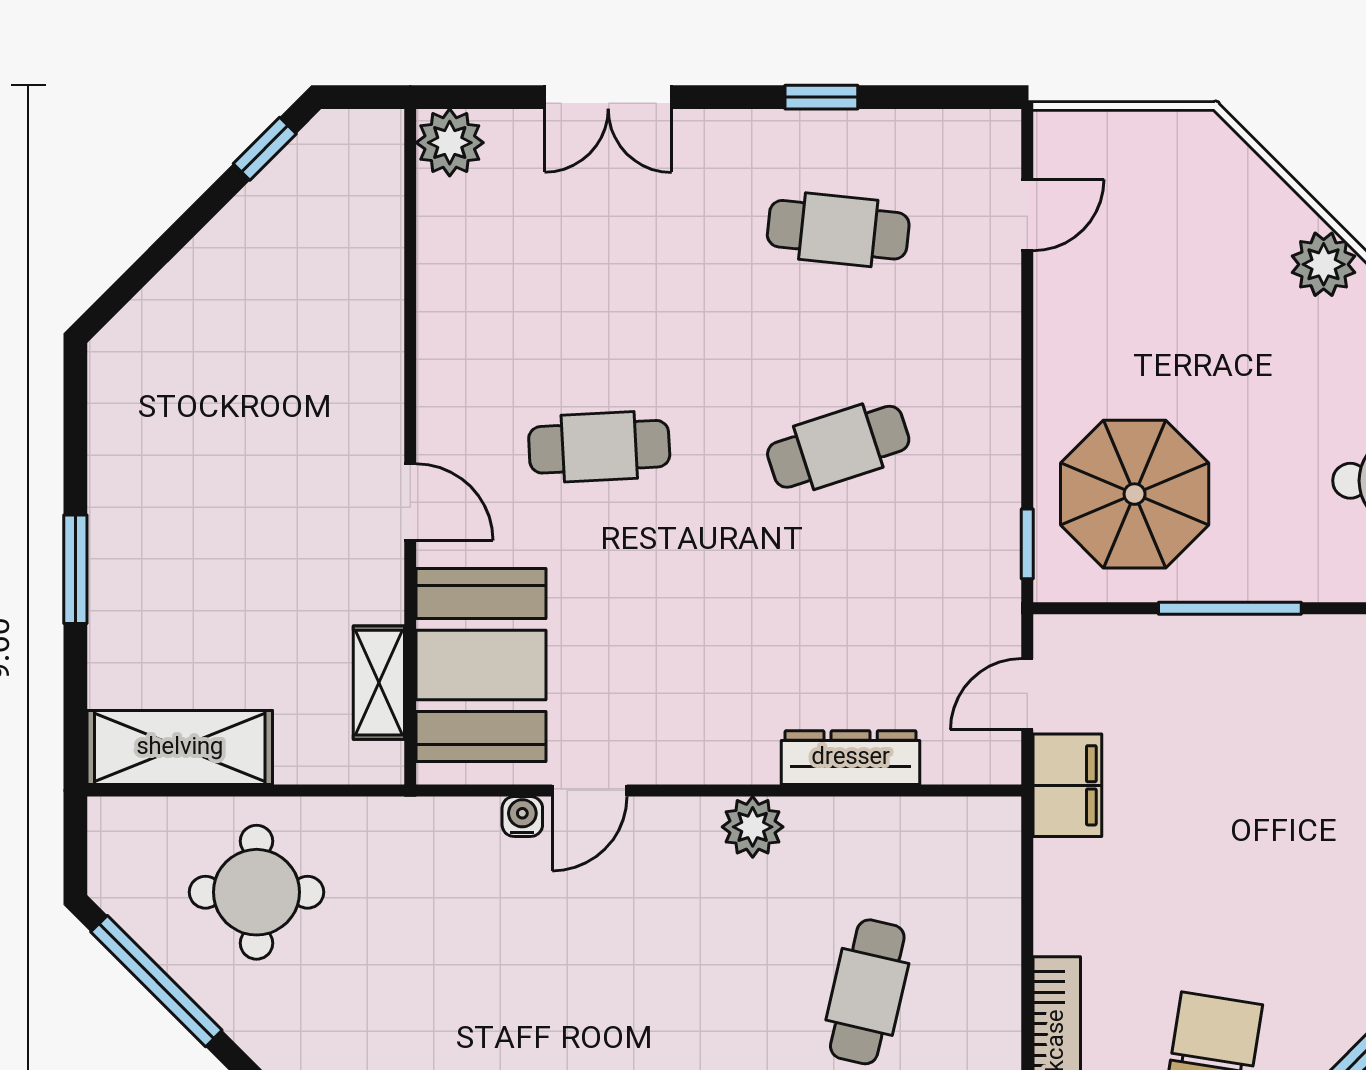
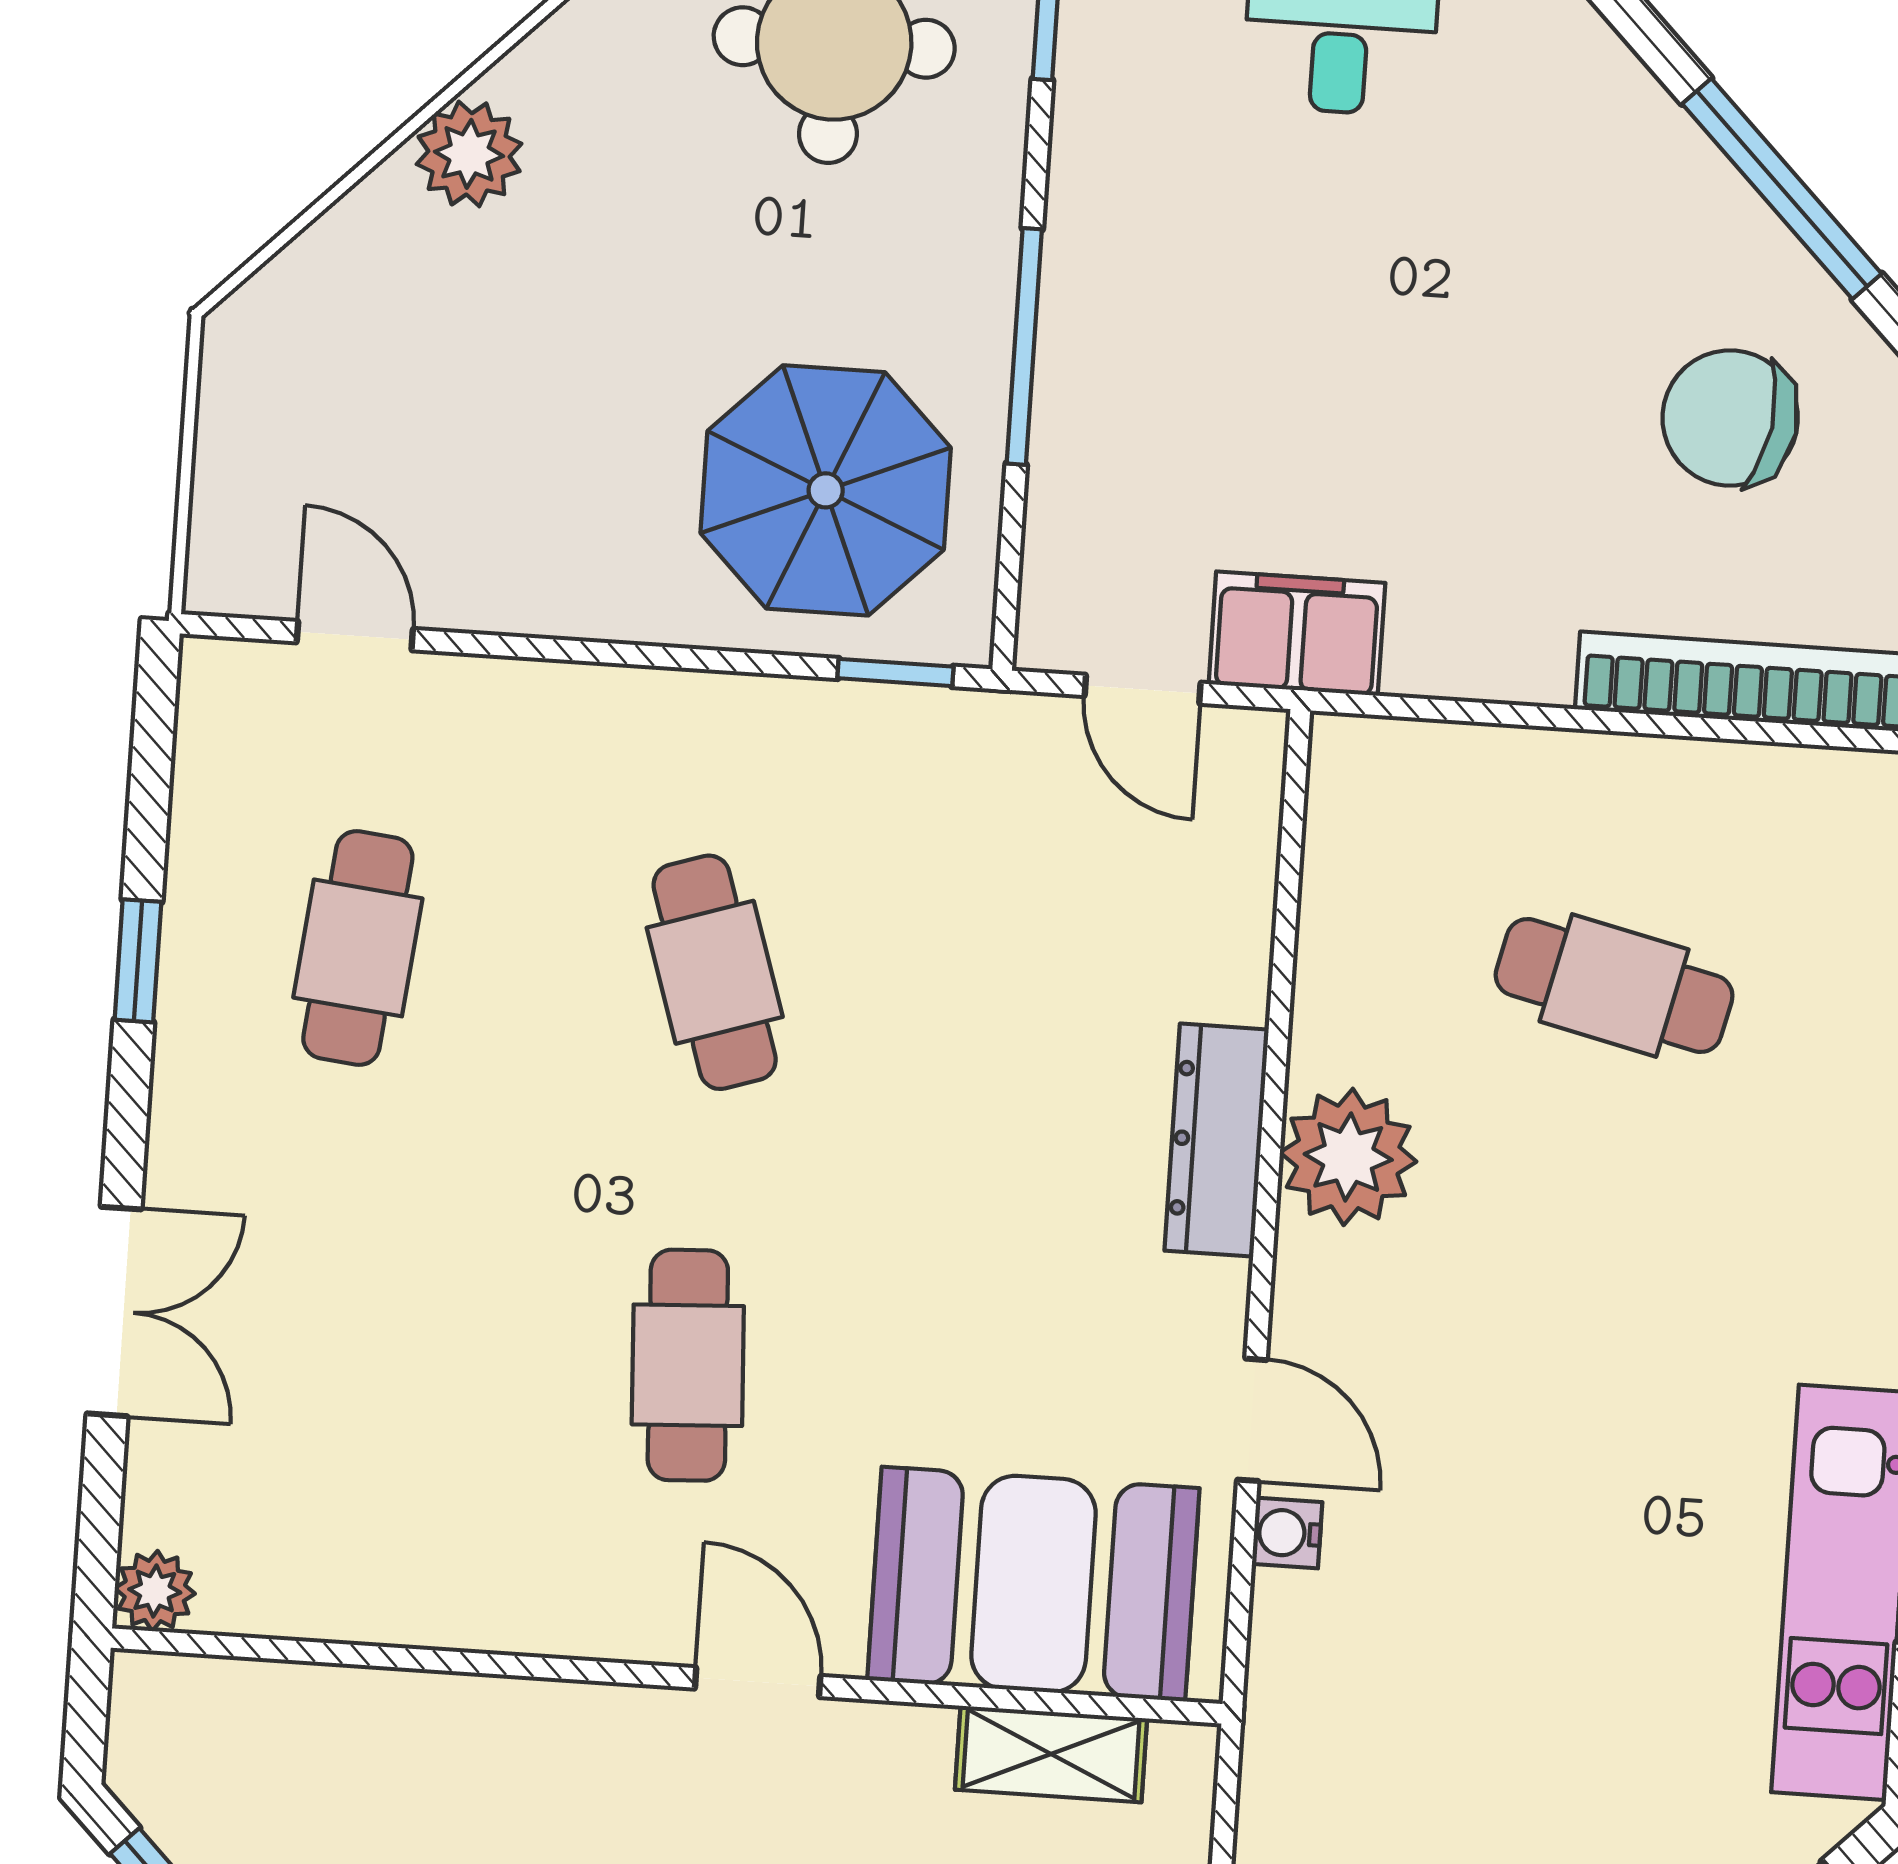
plant: (450, 143) -> (155, 1591), width x0.73, depth x0.73
door: (410, 502) -> (758, 1682), hinge flipped
dresser: (851, 758) -> (1217, 1140), moved
plant: (753, 827) -> (1348, 1157), width x1.36, depth x1.36

